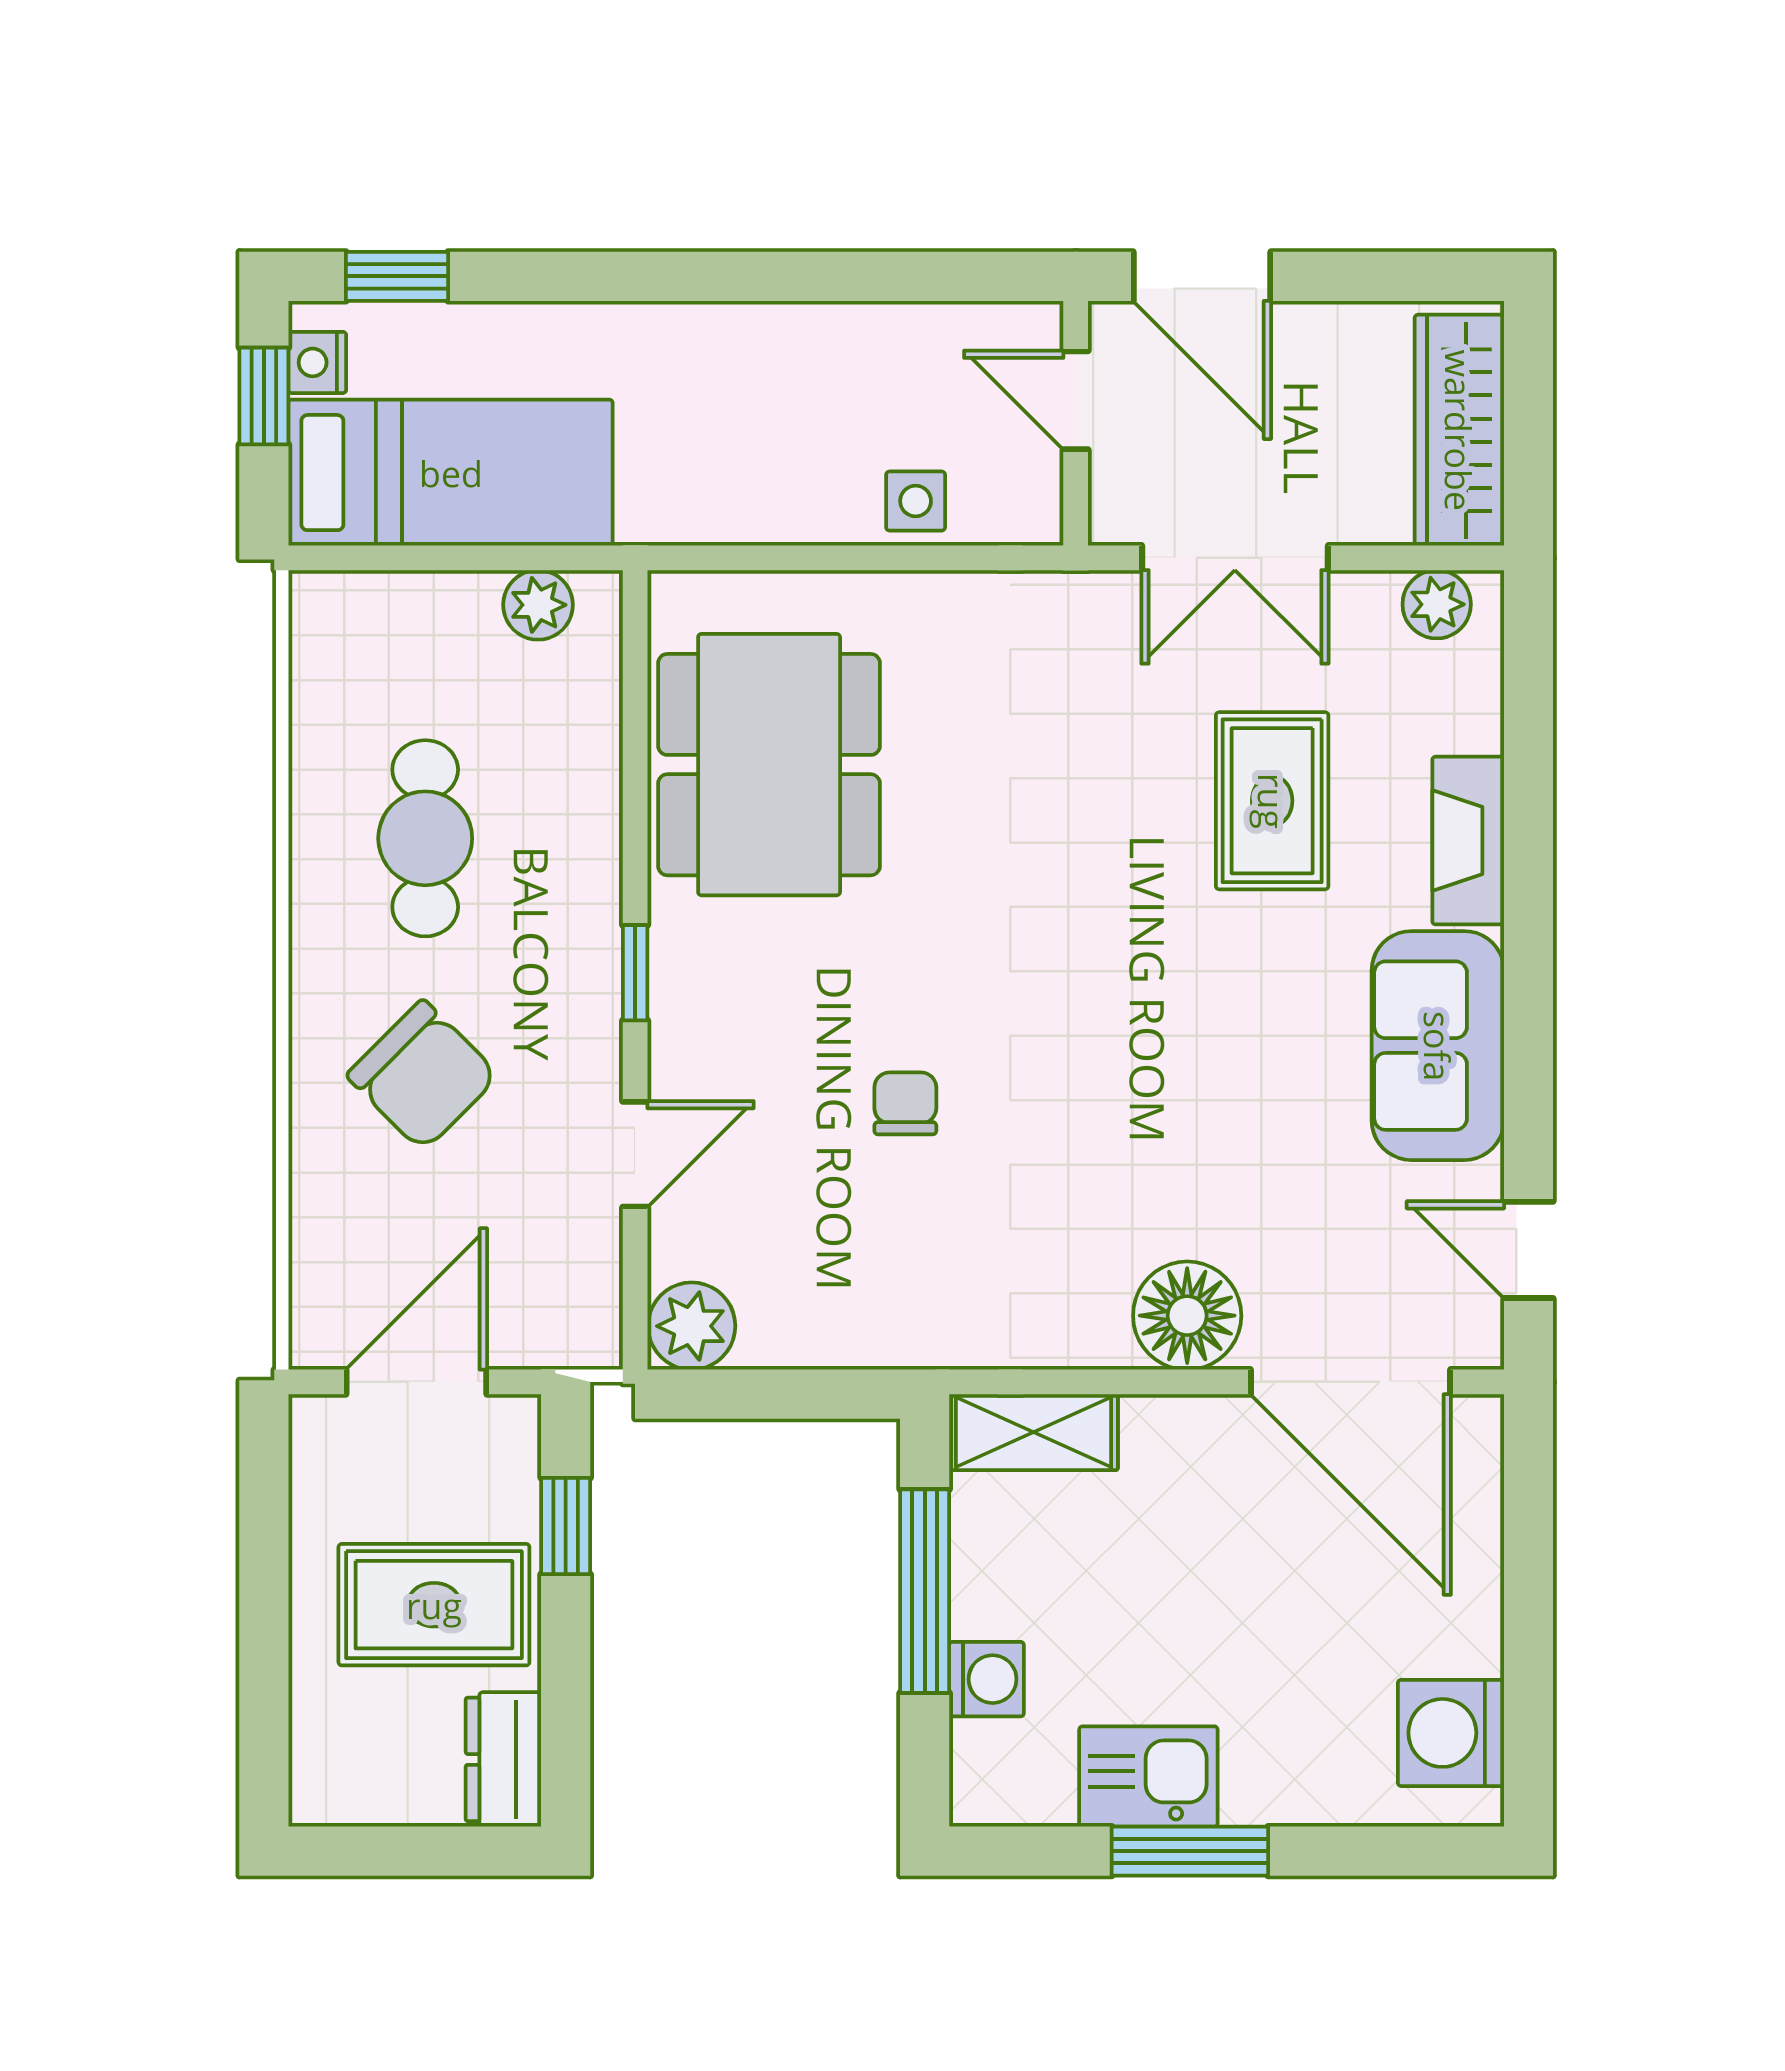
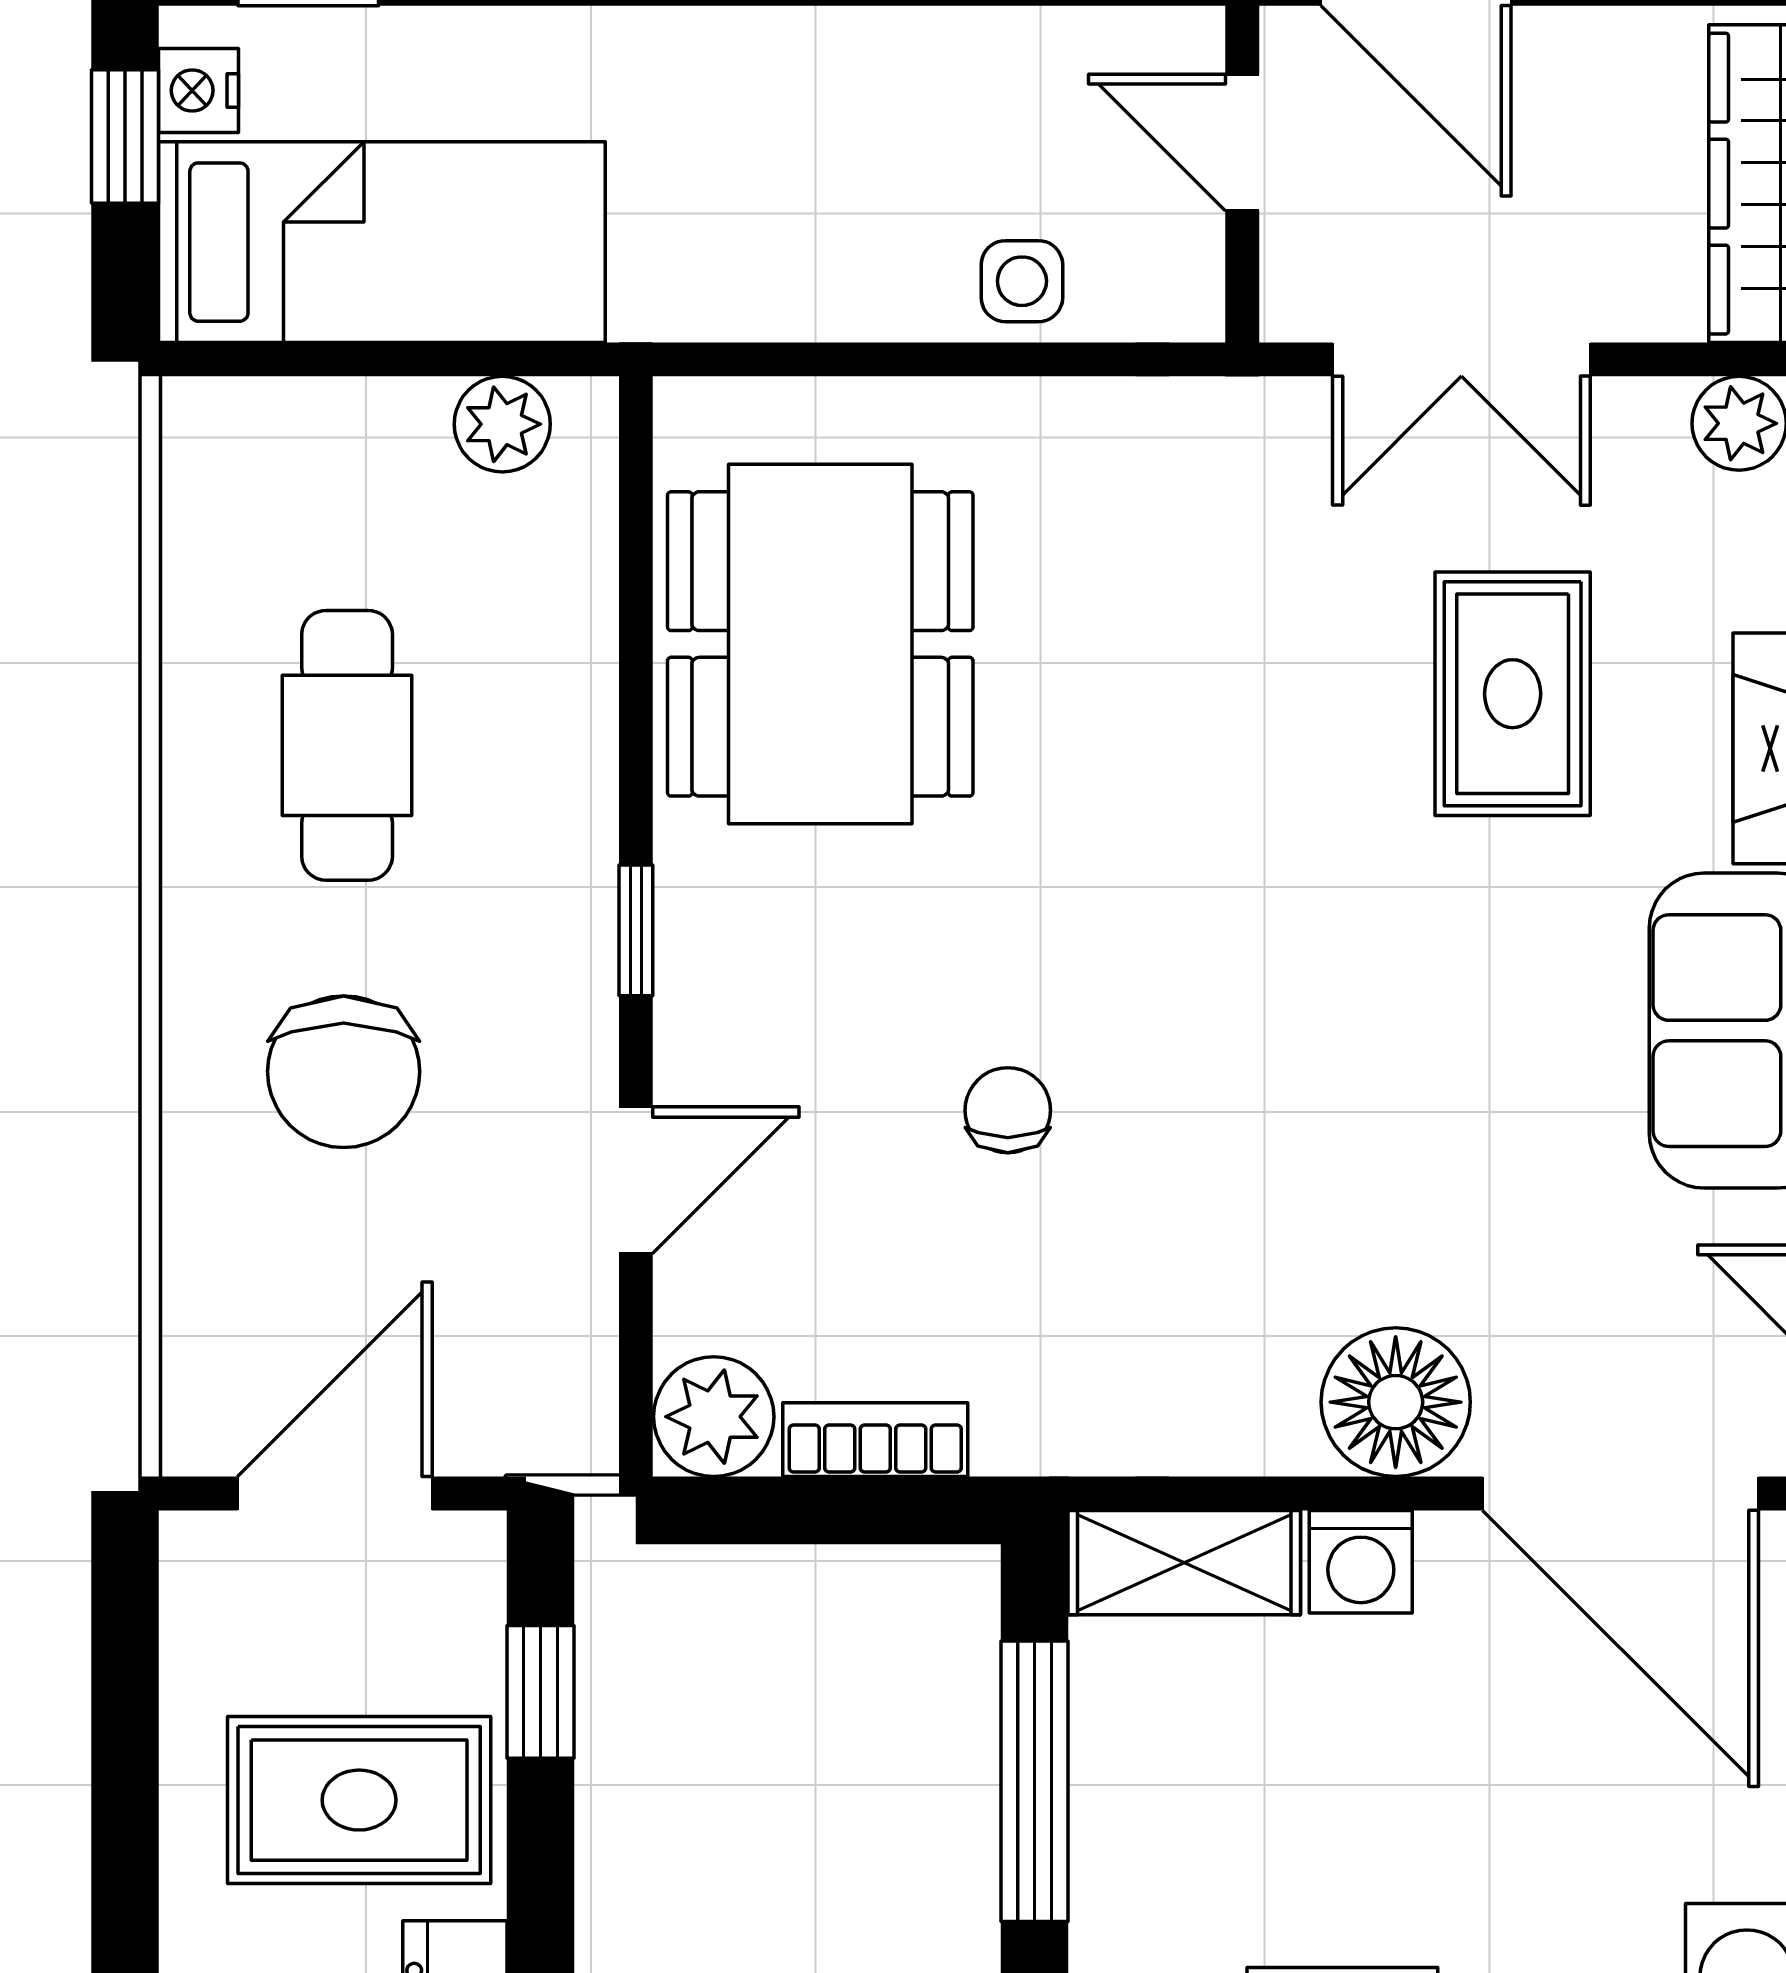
chair: (423, 1075) -> (344, 1072), turned 45
bookcase: (809, 1343) -> (875, 1440), added
washing machine: (987, 1679) -> (1361, 1562), moved, turned 90

